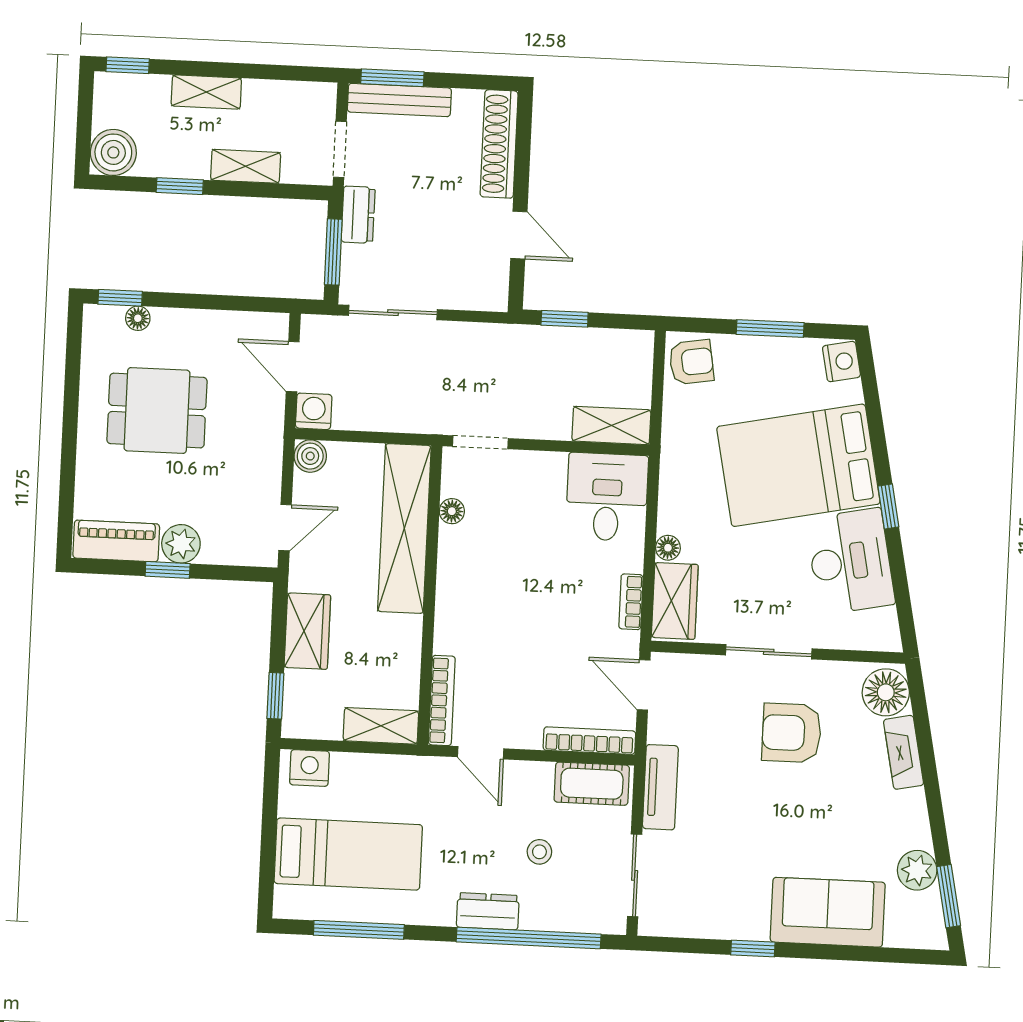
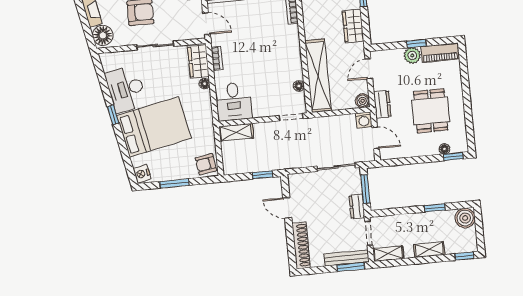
shelving: (246, 166) -> (388, 253), moved
dining table: (157, 411) -> (431, 111), turned 90
dresser: (266, 441) -> (382, 104), added

